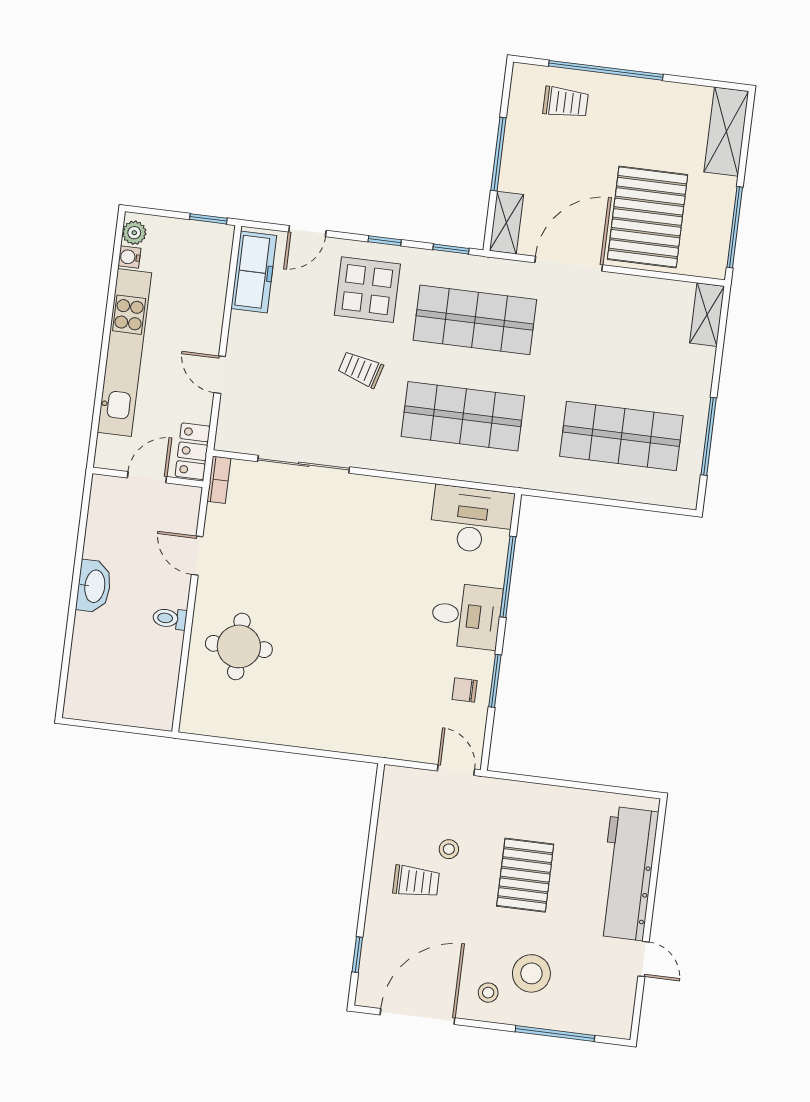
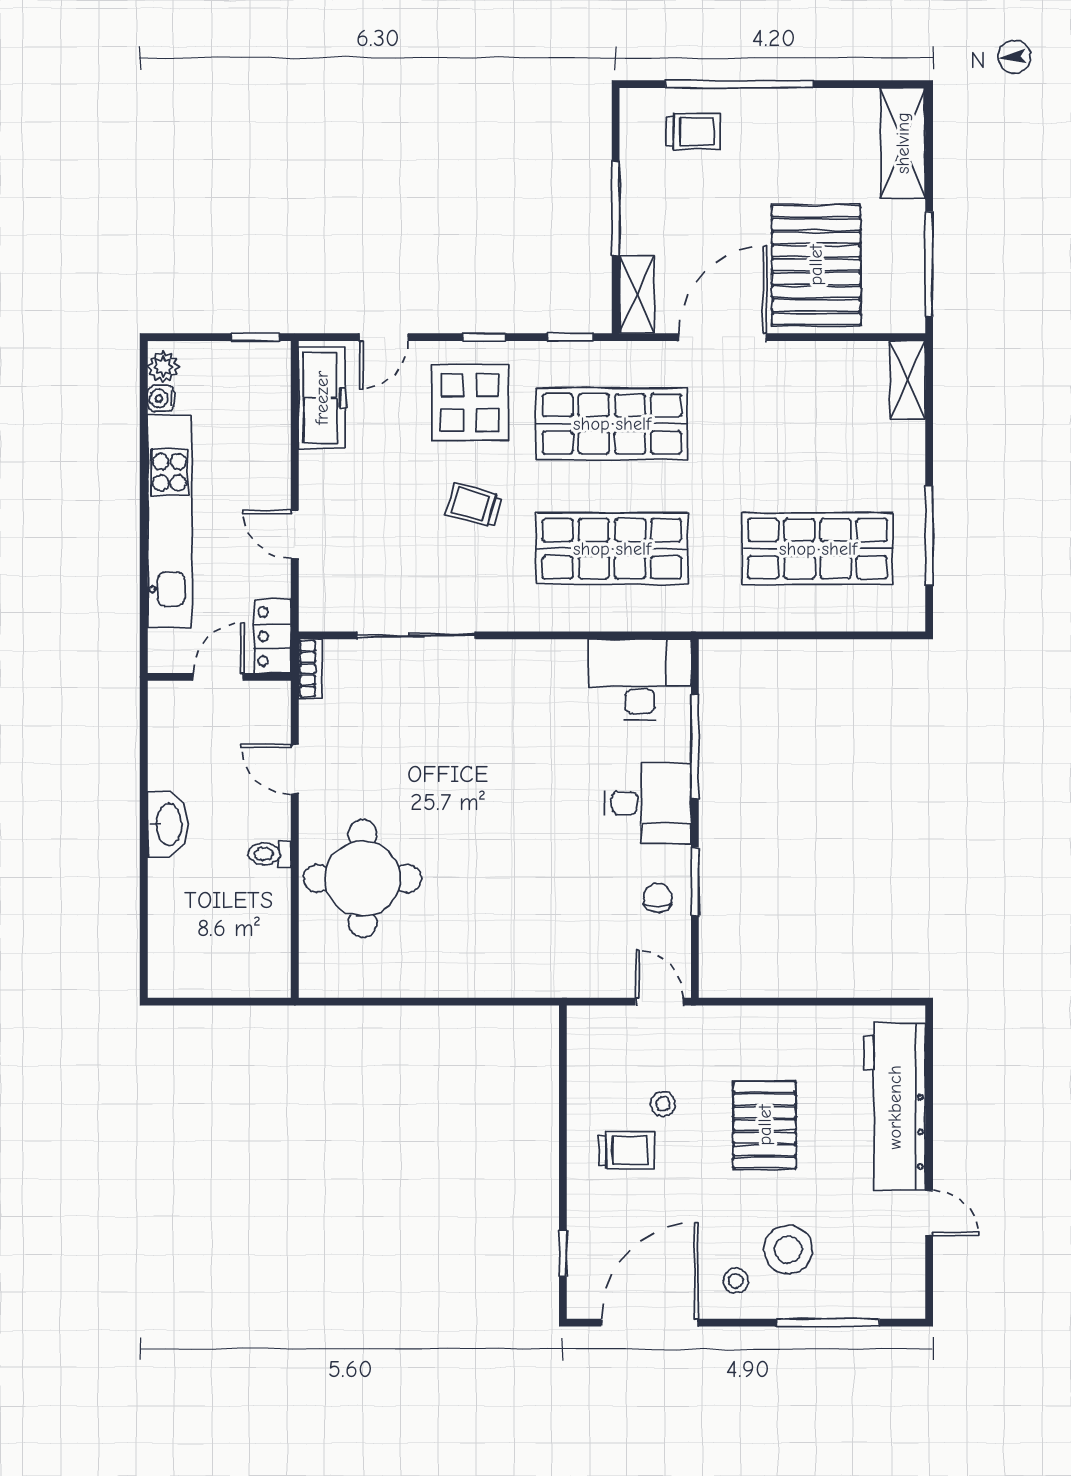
round table: (239, 646) -> (363, 878), width x1.36, depth x1.36
chair: (465, 690) -> (658, 898), turned 90

